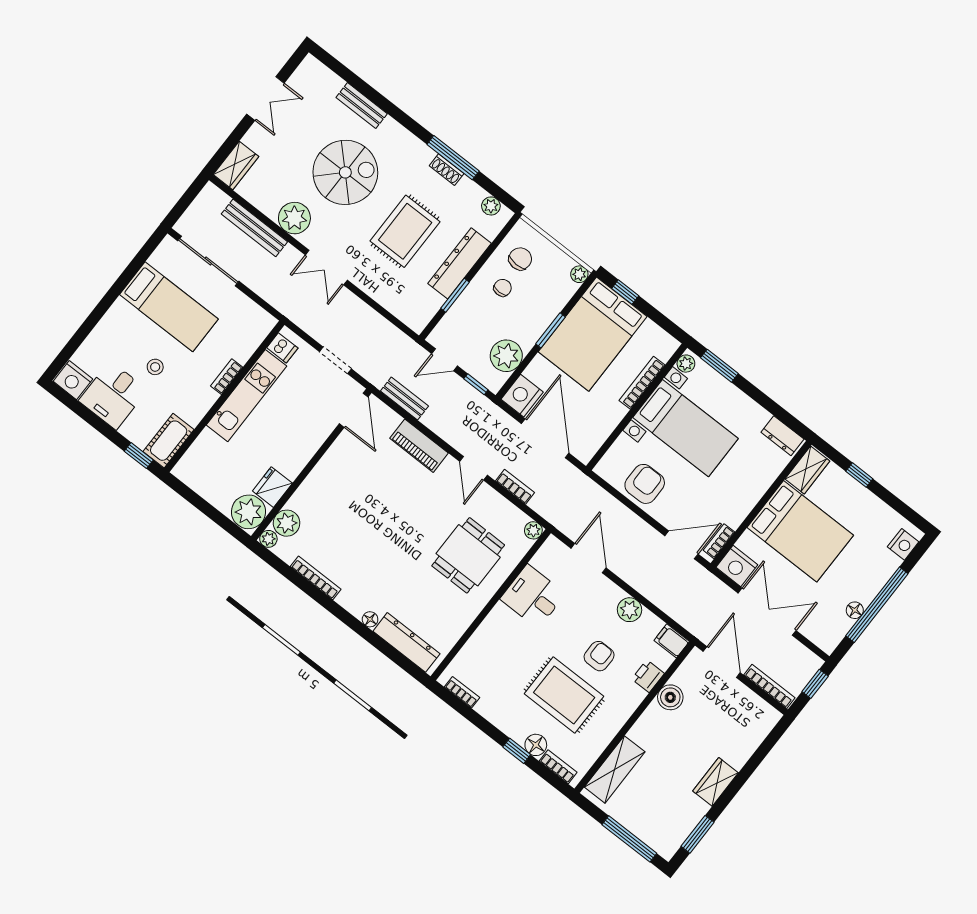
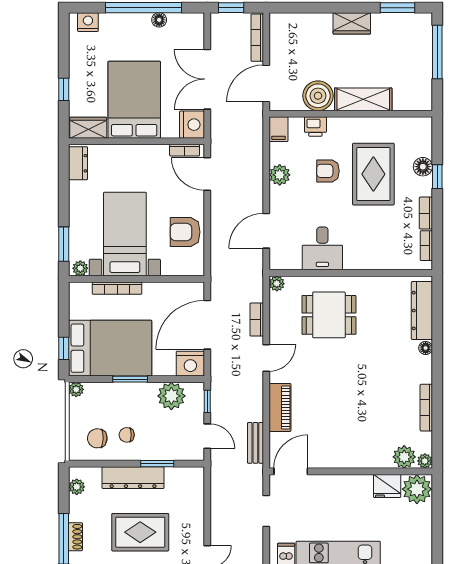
boiler: (670, 697) -> (318, 96), width x1.37, depth x1.37
bookcase: (558, 767) -> (426, 213), moved
shelving: (615, 769) -> (363, 99), moved

